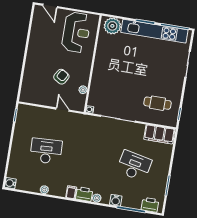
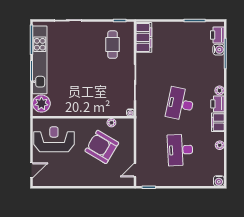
armchair: (61, 77) -> (102, 147), width x1.88, depth x1.88
door: (63, 110) -> (135, 170), moved
desk: (134, 166) -> (180, 104), moved
filing cabinet: (71, 192) -> (218, 122), width x2.00
water cooler: (116, 200) -> (219, 50), moved

